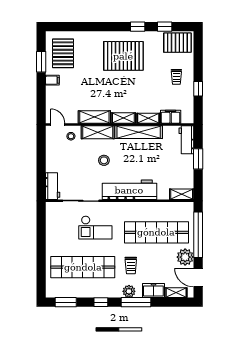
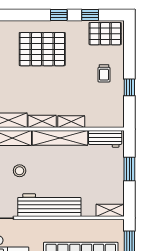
filing cabinet: (171, 117) -> (97, 120), removed
workbench: (186, 140) -> (105, 139), moved, turned -90

